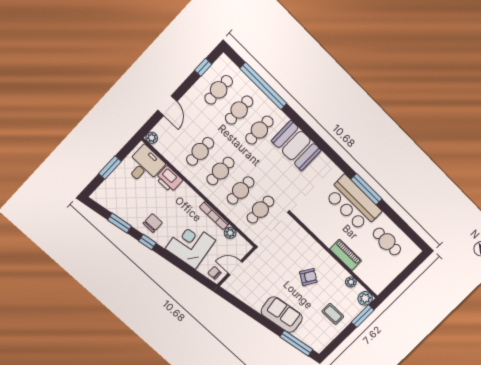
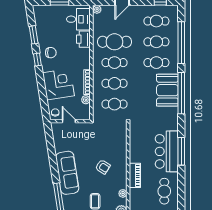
window: (312, 135) -> (181, 93), added
cafe table: (200, 151) -> (114, 42), width x1.37, depth x1.35
sofa: (282, 315) -> (67, 173), width x1.36

